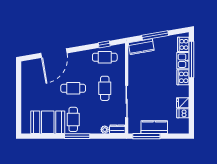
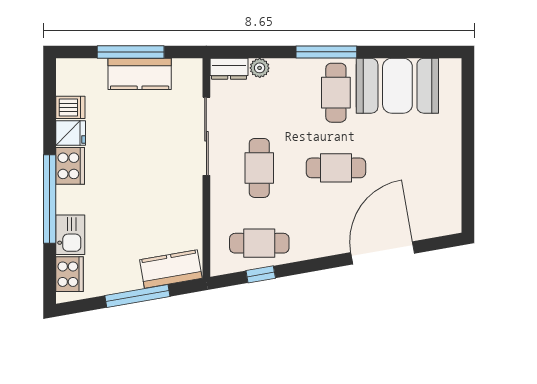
window: (191, 59) -> (50, 199), moved
cooker: (183, 77) -> (70, 166), moved
window: (146, 136) -> (131, 52), moved

